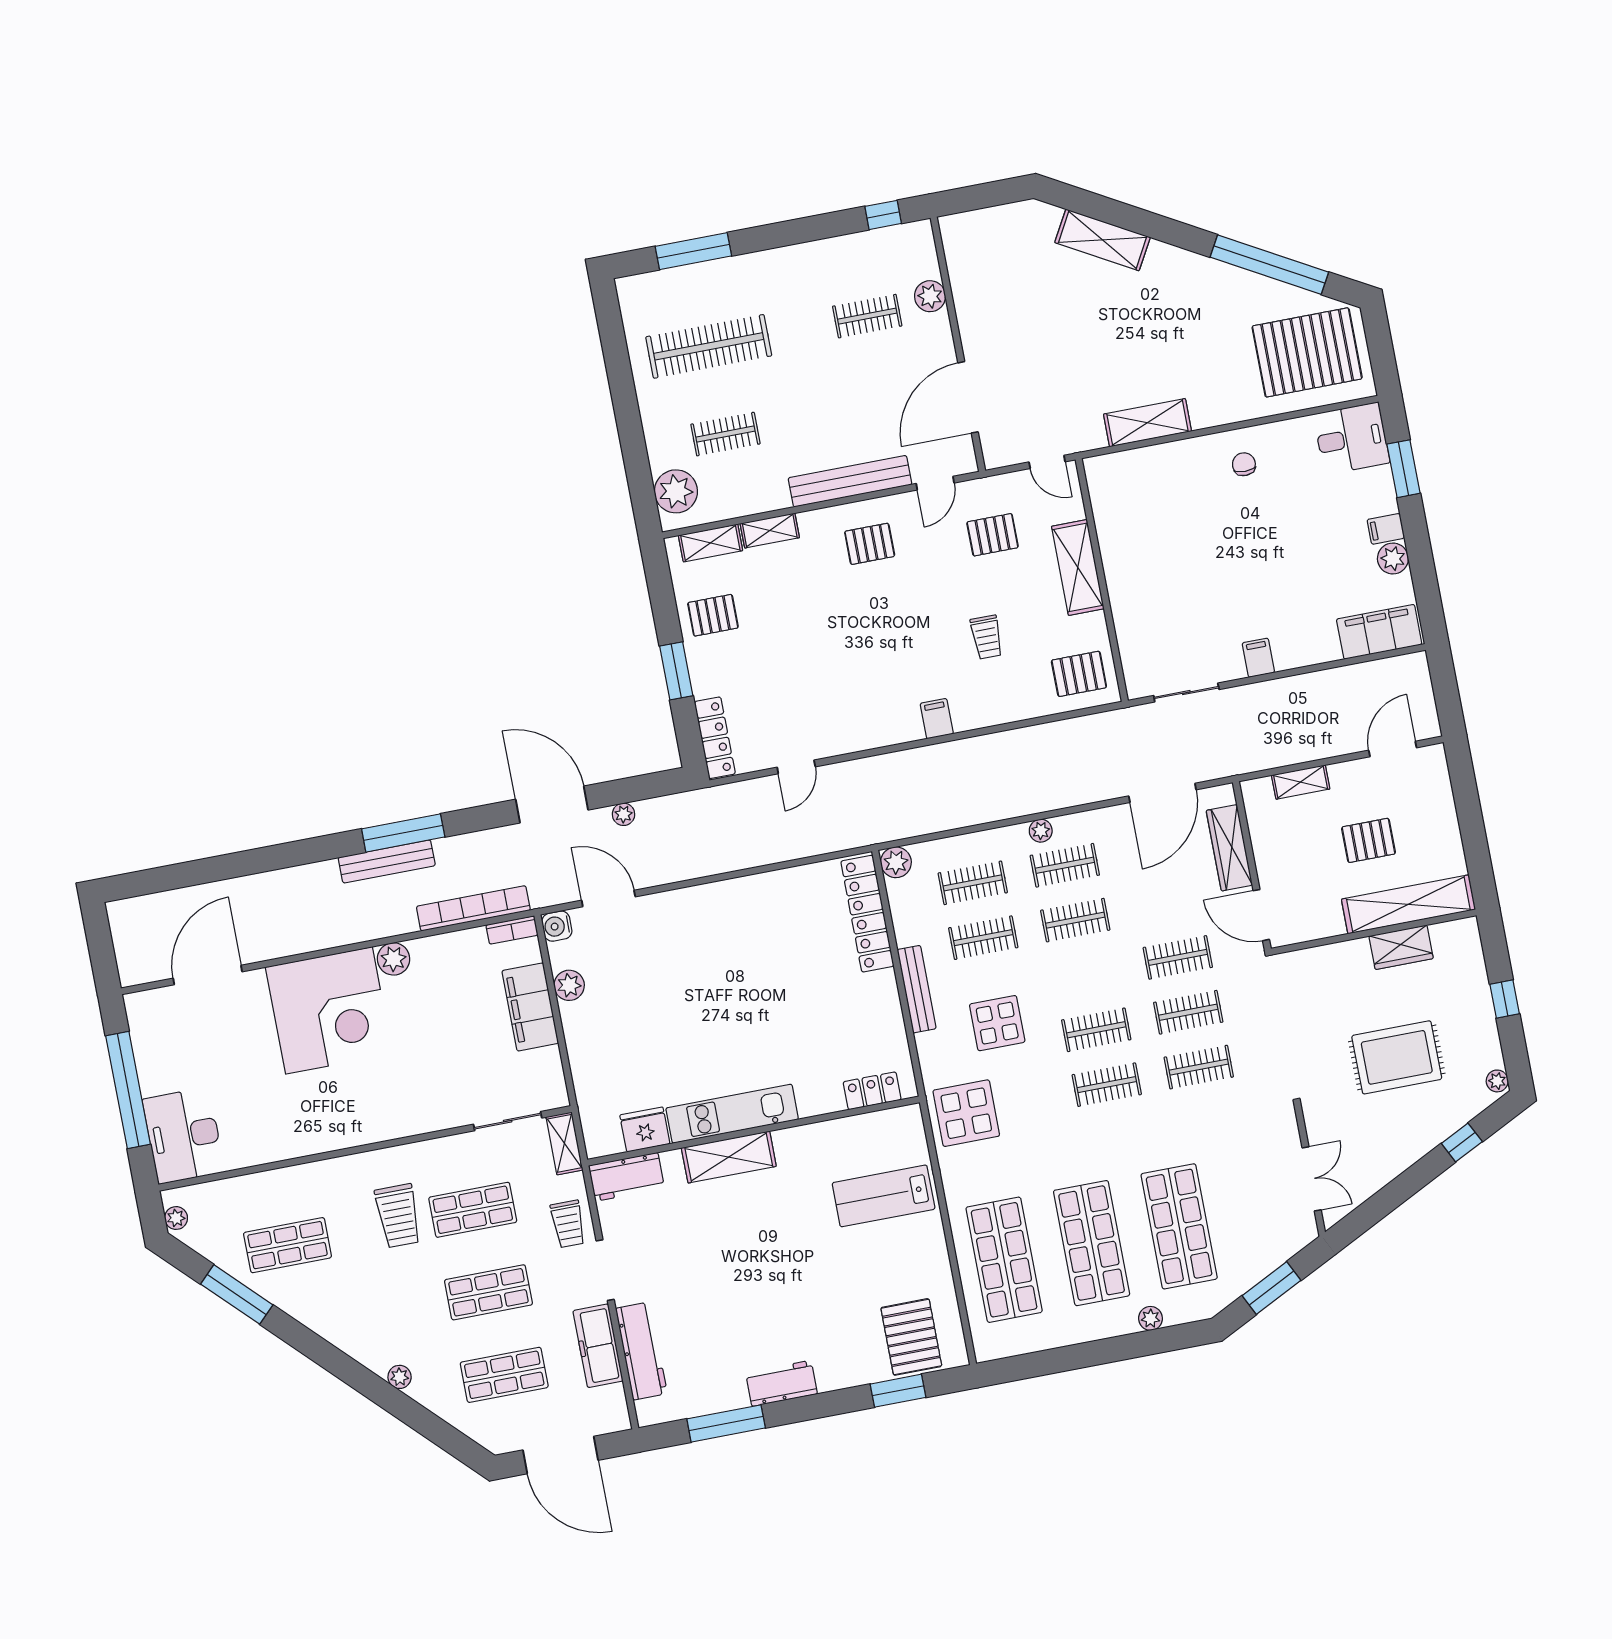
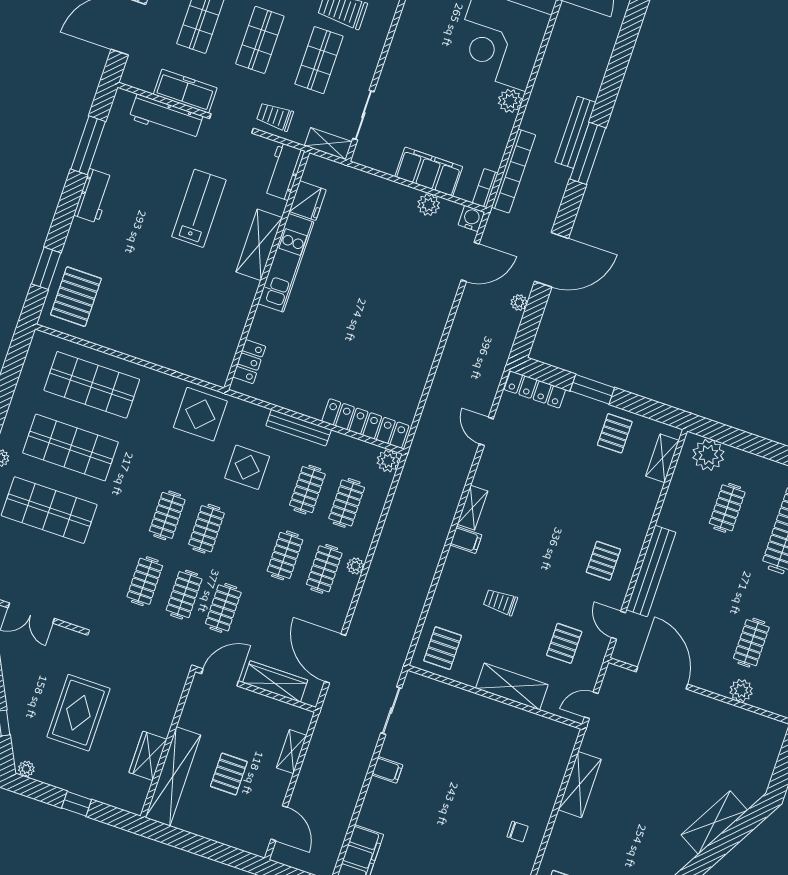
shelving: (770, 531) -> (472, 508), moved
lab bench: (884, 1196) -> (199, 208), moved
pallet: (911, 1337) -> (76, 297), turned 90

